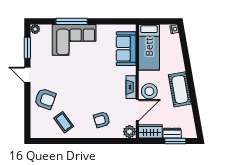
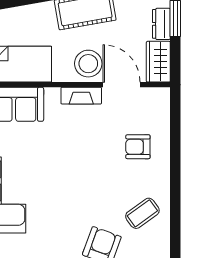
armchair: (102, 120) -> (138, 147), turned 107
plant: (129, 132) -> (159, 98), removed

